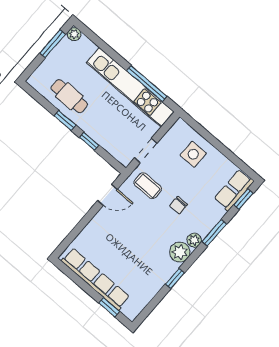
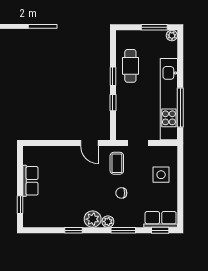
row of seats: (95, 279) -> (30, 181), width x0.50

